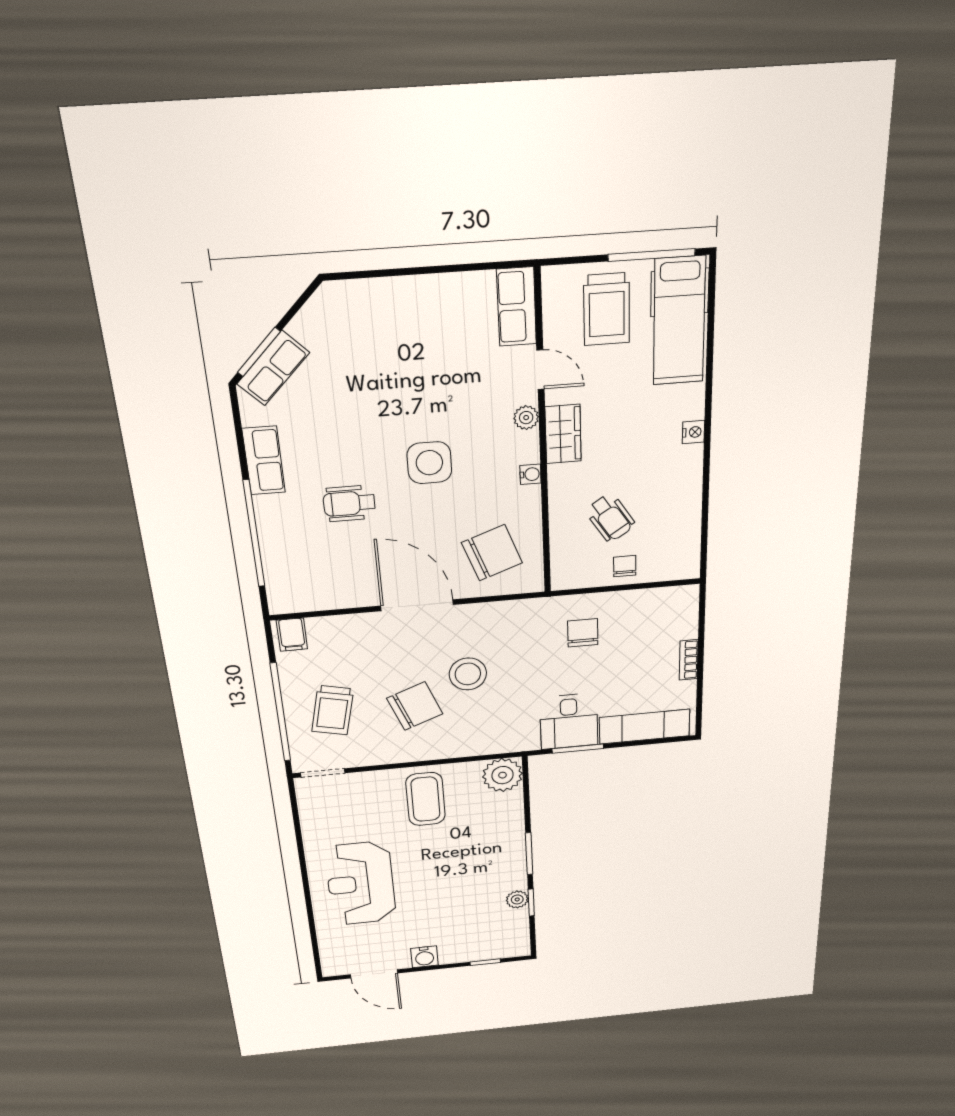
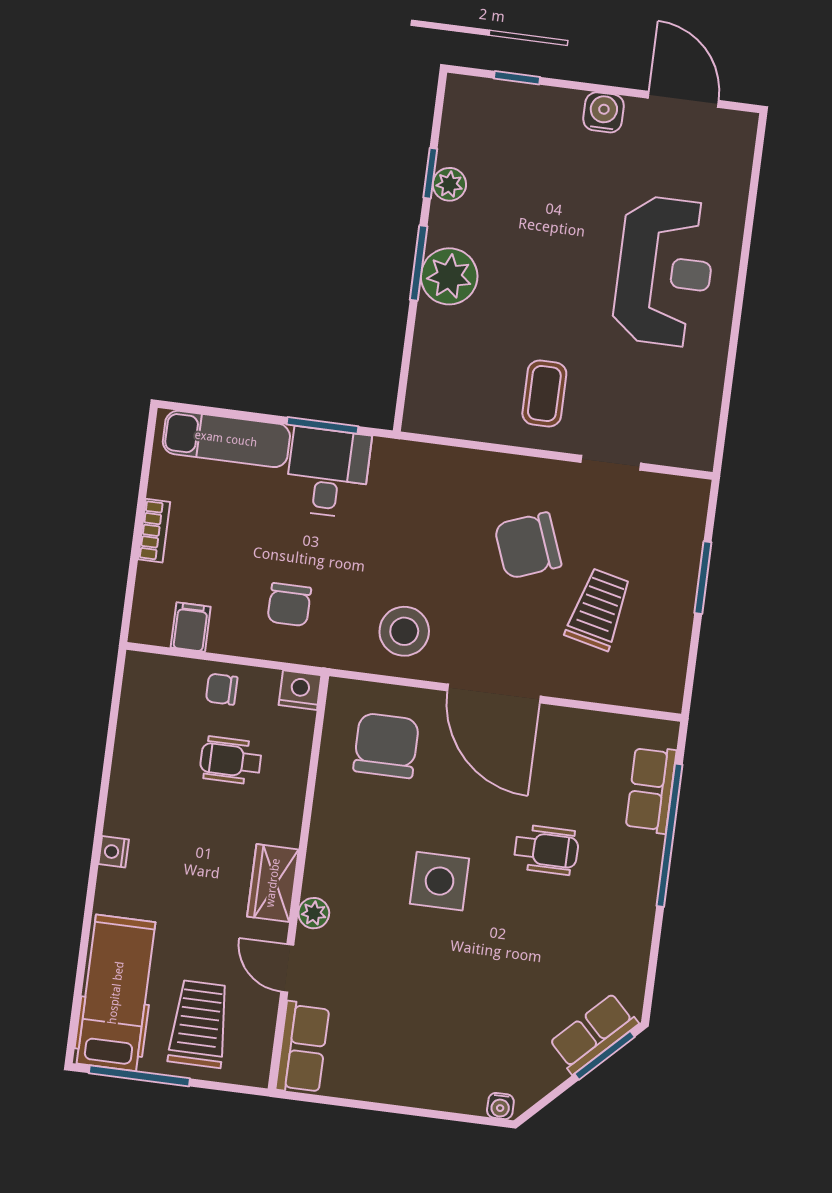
row of seats: (264, 461) -> (651, 790), moved
water cooler: (530, 474) -> (500, 1106), moved, turned -90
wheelchair: (610, 518) -> (231, 760), turned -57
chair: (492, 553) -> (386, 745), turned 110
chair: (625, 566) -> (222, 689), turned 90
nightstand: (565, 578) -> (300, 690), added
filing cabinet: (292, 635) -> (191, 627), moved
stool: (468, 674) -> (404, 631), moved
trolley: (333, 710) -> (599, 609), moved
window: (280, 713) -> (703, 578), width x0.47
doorway: (323, 773) -> (611, 463), moved
plant: (503, 775) -> (449, 276), moved
coffee table: (425, 799) -> (544, 393), width x0.73, depth x0.77

